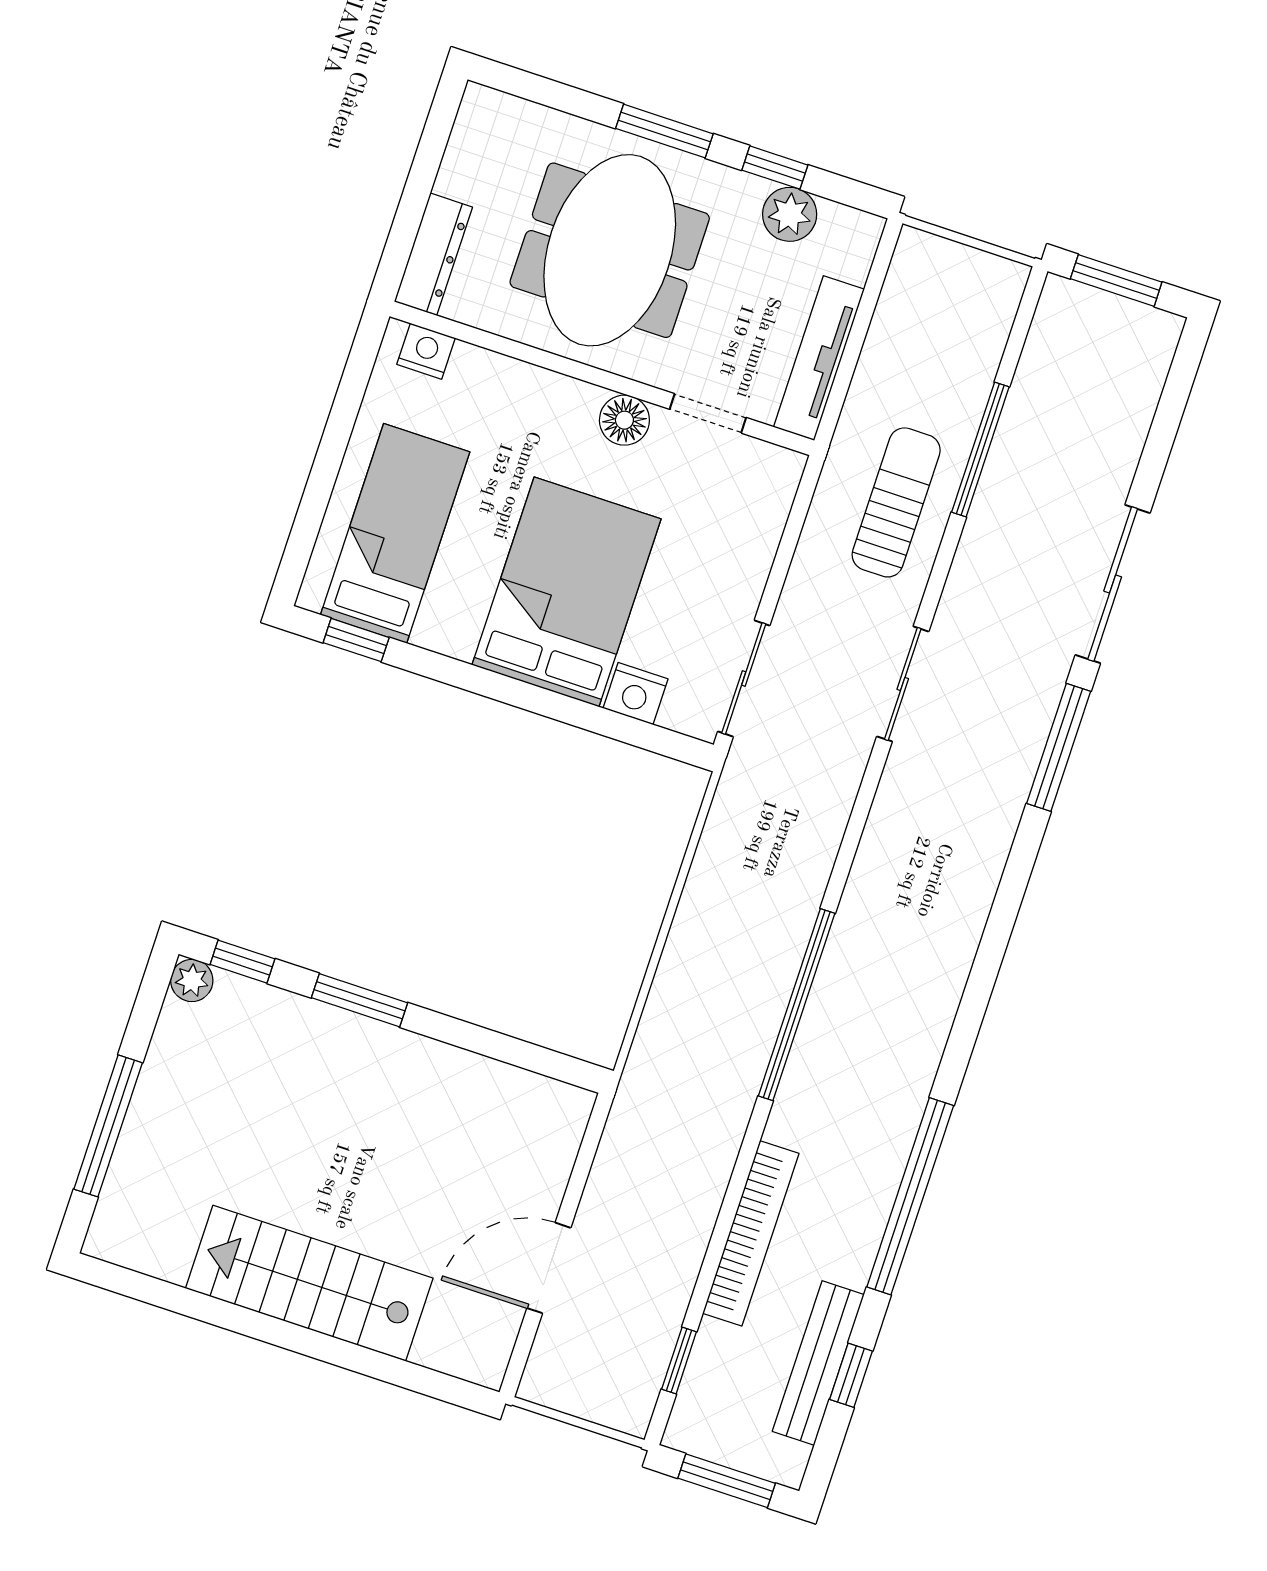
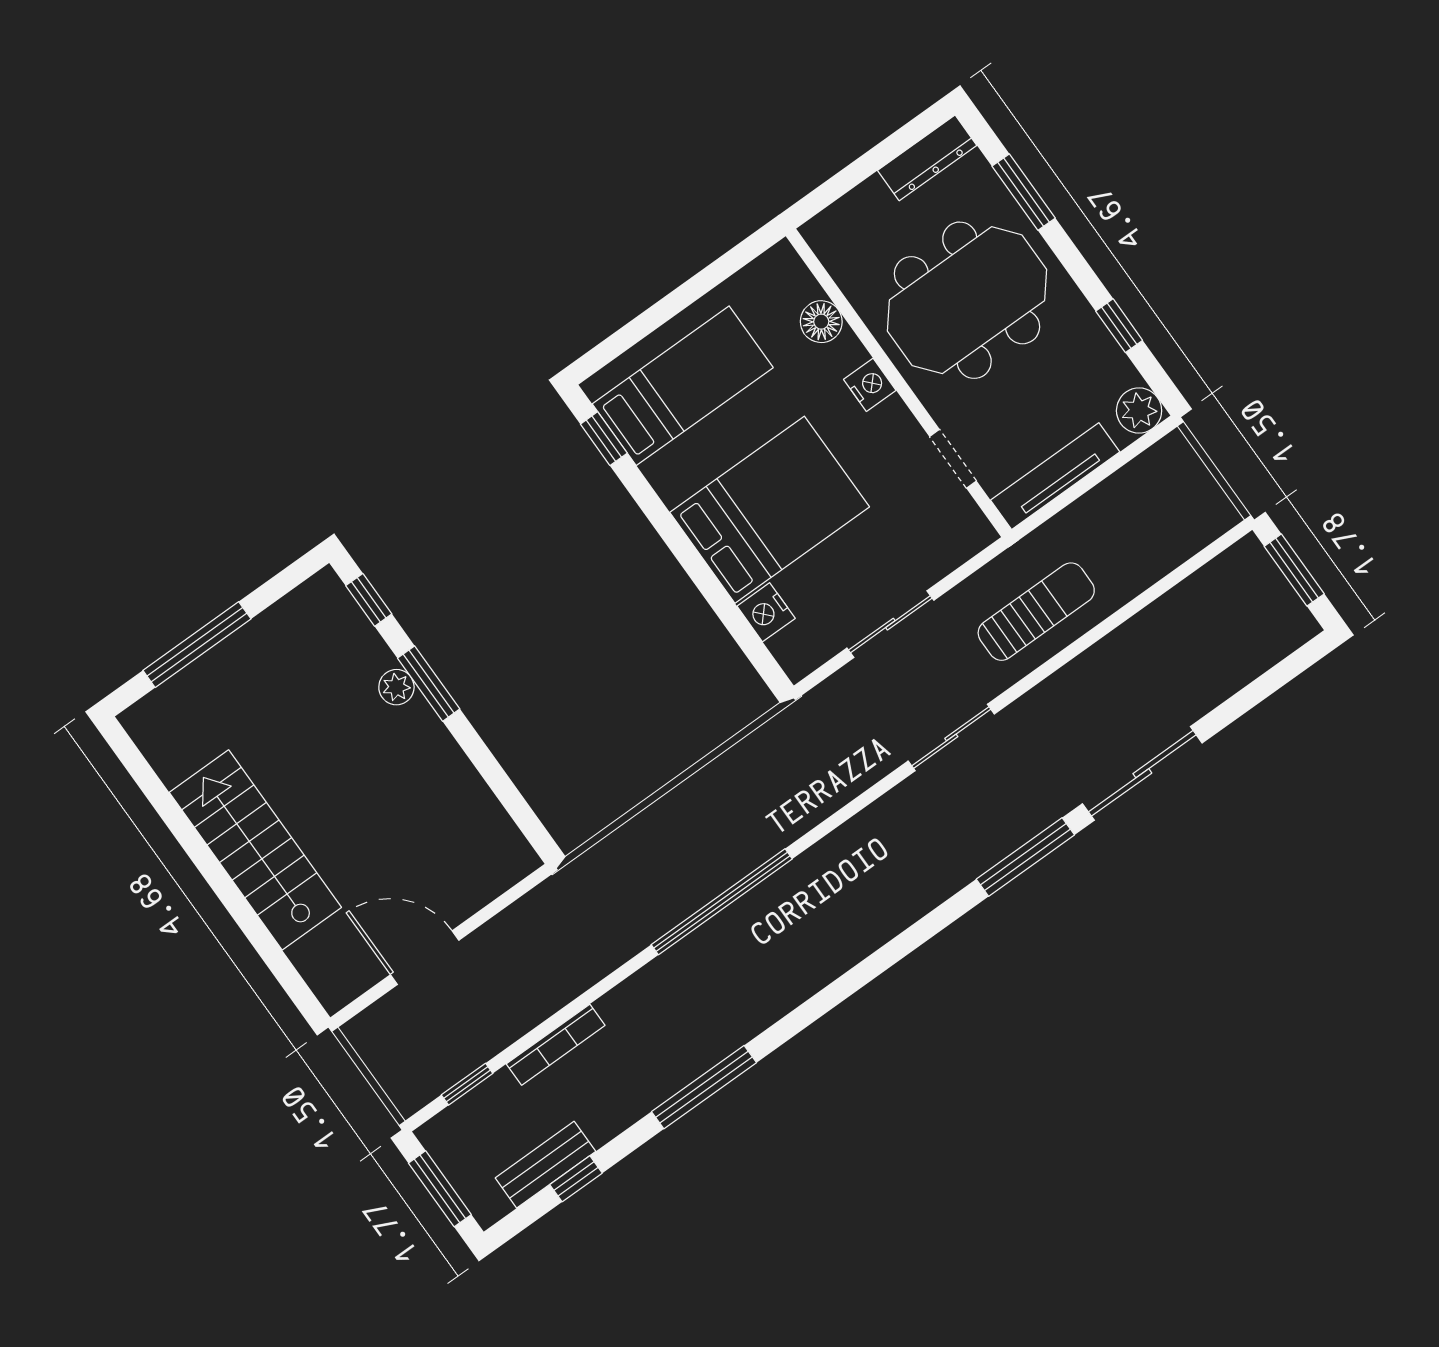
window: (664, 131) -> (1024, 192), moved
plant: (790, 214) -> (1139, 410), moved
dresser: (433, 254) -> (927, 158), moved
nightstand: (426, 351) -> (870, 385), moved
floor lamp: (624, 420) -> (821, 322), moved
window: (980, 449) -> (1119, 617), removed
sliding door: (744, 678) -> (890, 624), moved
plant: (192, 980) -> (396, 687), moved
window: (910, 1196) -> (704, 1087), width x0.68
bookcase: (751, 1233) -> (556, 1045), width x0.68, depth x0.76
bench: (818, 1363) -> (545, 1165), width x0.73

